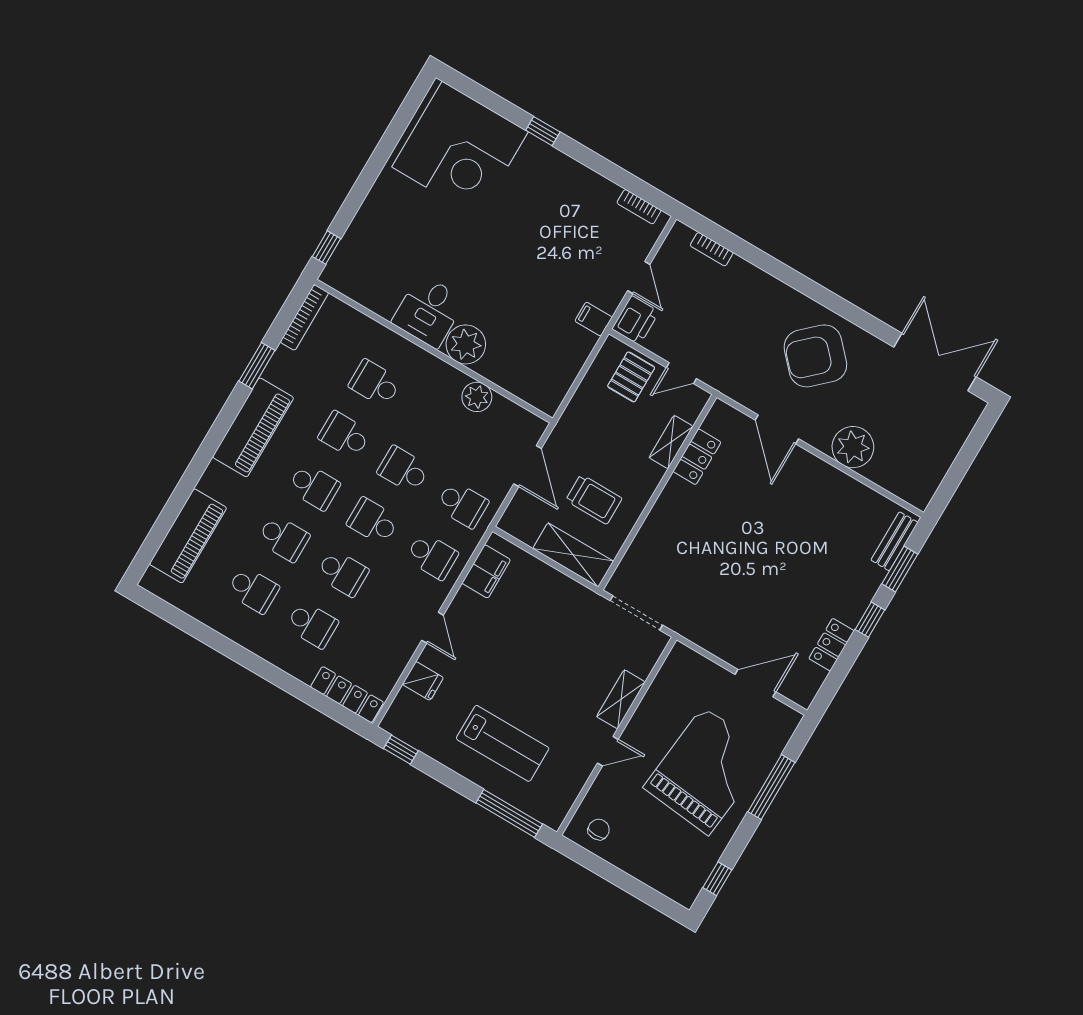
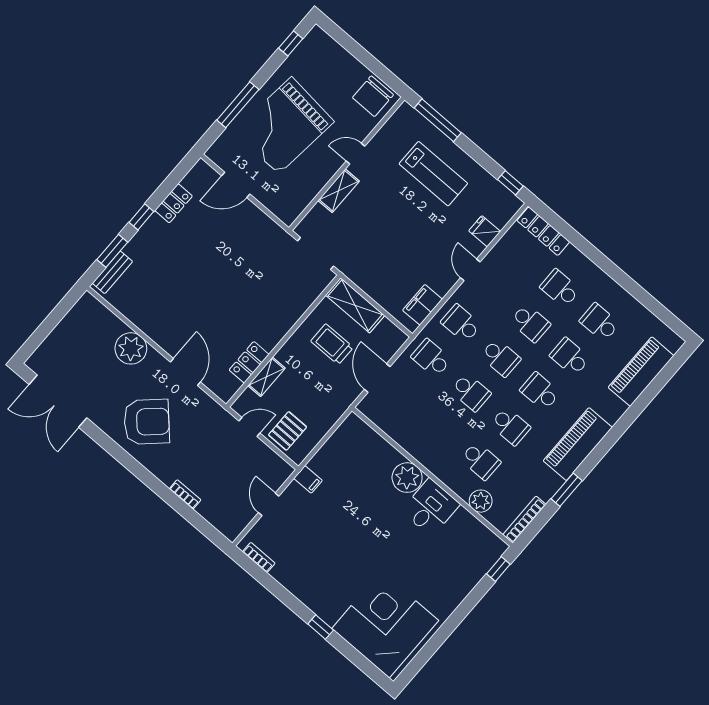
bookcase: (712, 249) -> (185, 494), moved
printer: (636, 320) -> (277, 473), removed
plant: (477, 397) -> (481, 501), moved
school desk: (343, 573) -> (530, 323), turned 180
lab bench: (503, 743) -> (433, 174), turned 180
chair: (599, 830) -> (373, 96), width x1.87, depth x1.87

